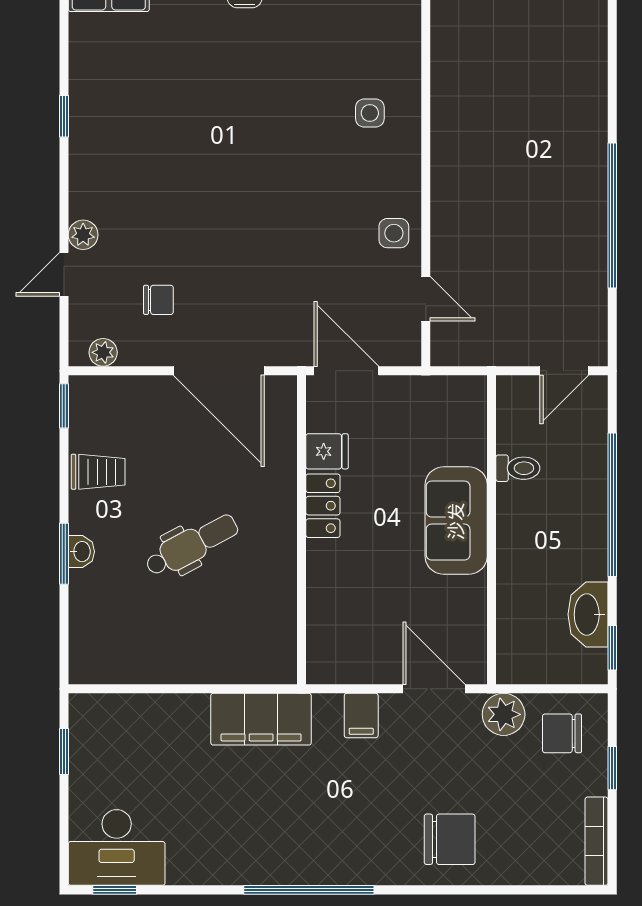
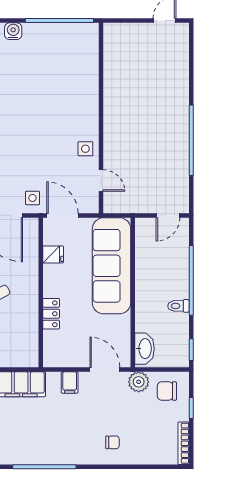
side table: (370, 113) -> (32, 198), moved
toilet: (518, 468) -> (178, 306), moved, turned 180
locker: (323, 506) -> (51, 314), moved
sofa: (456, 521) -> (112, 266), width x1.85, depth x1.27
washbasin: (588, 614) -> (145, 349), moved, turned 180
chair: (450, 839) -> (112, 442), width x0.54, depth x0.54

